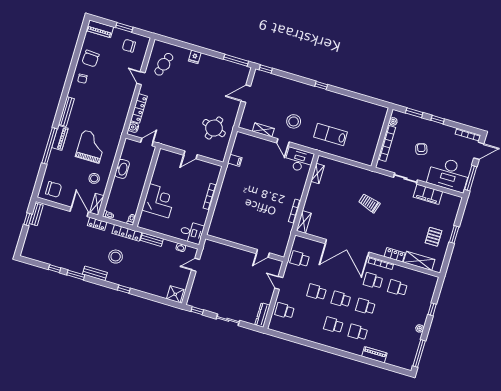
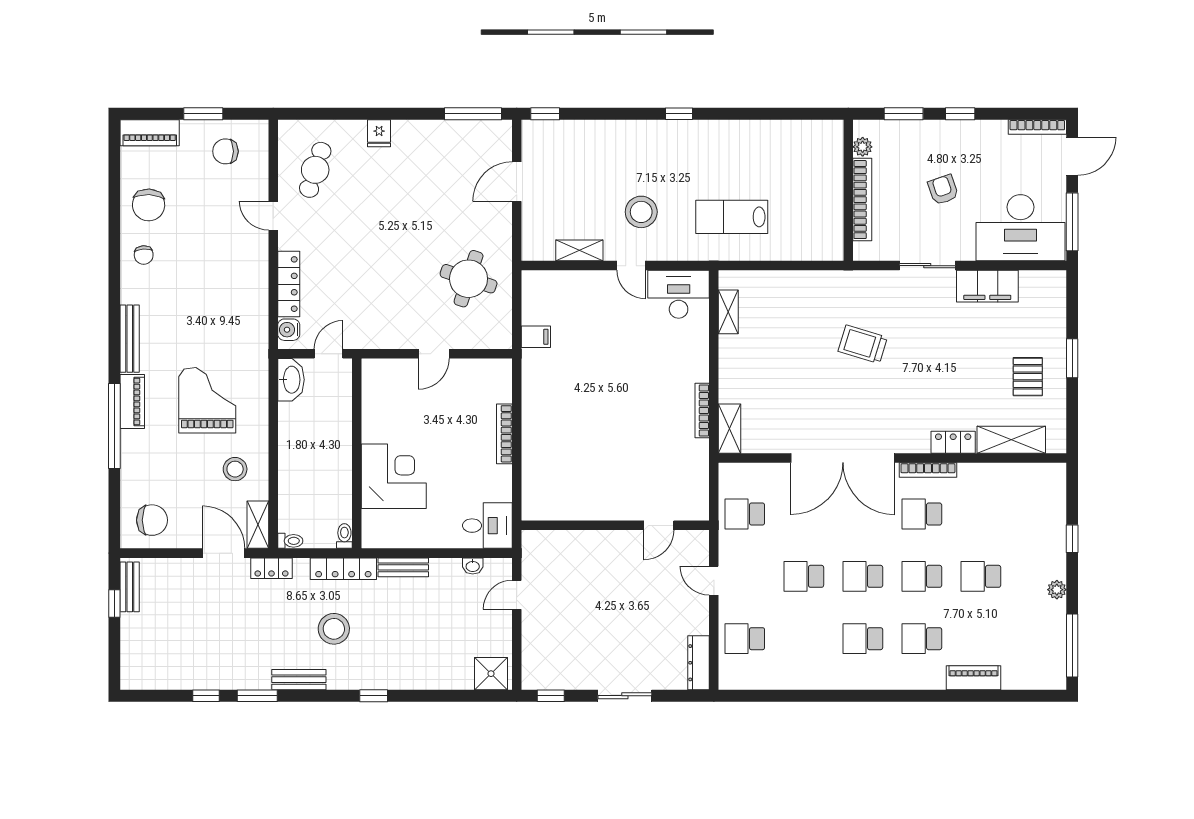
washbasin: (122, 169) -> (291, 380), moved
school desk: (397, 288) -> (981, 576), moved

